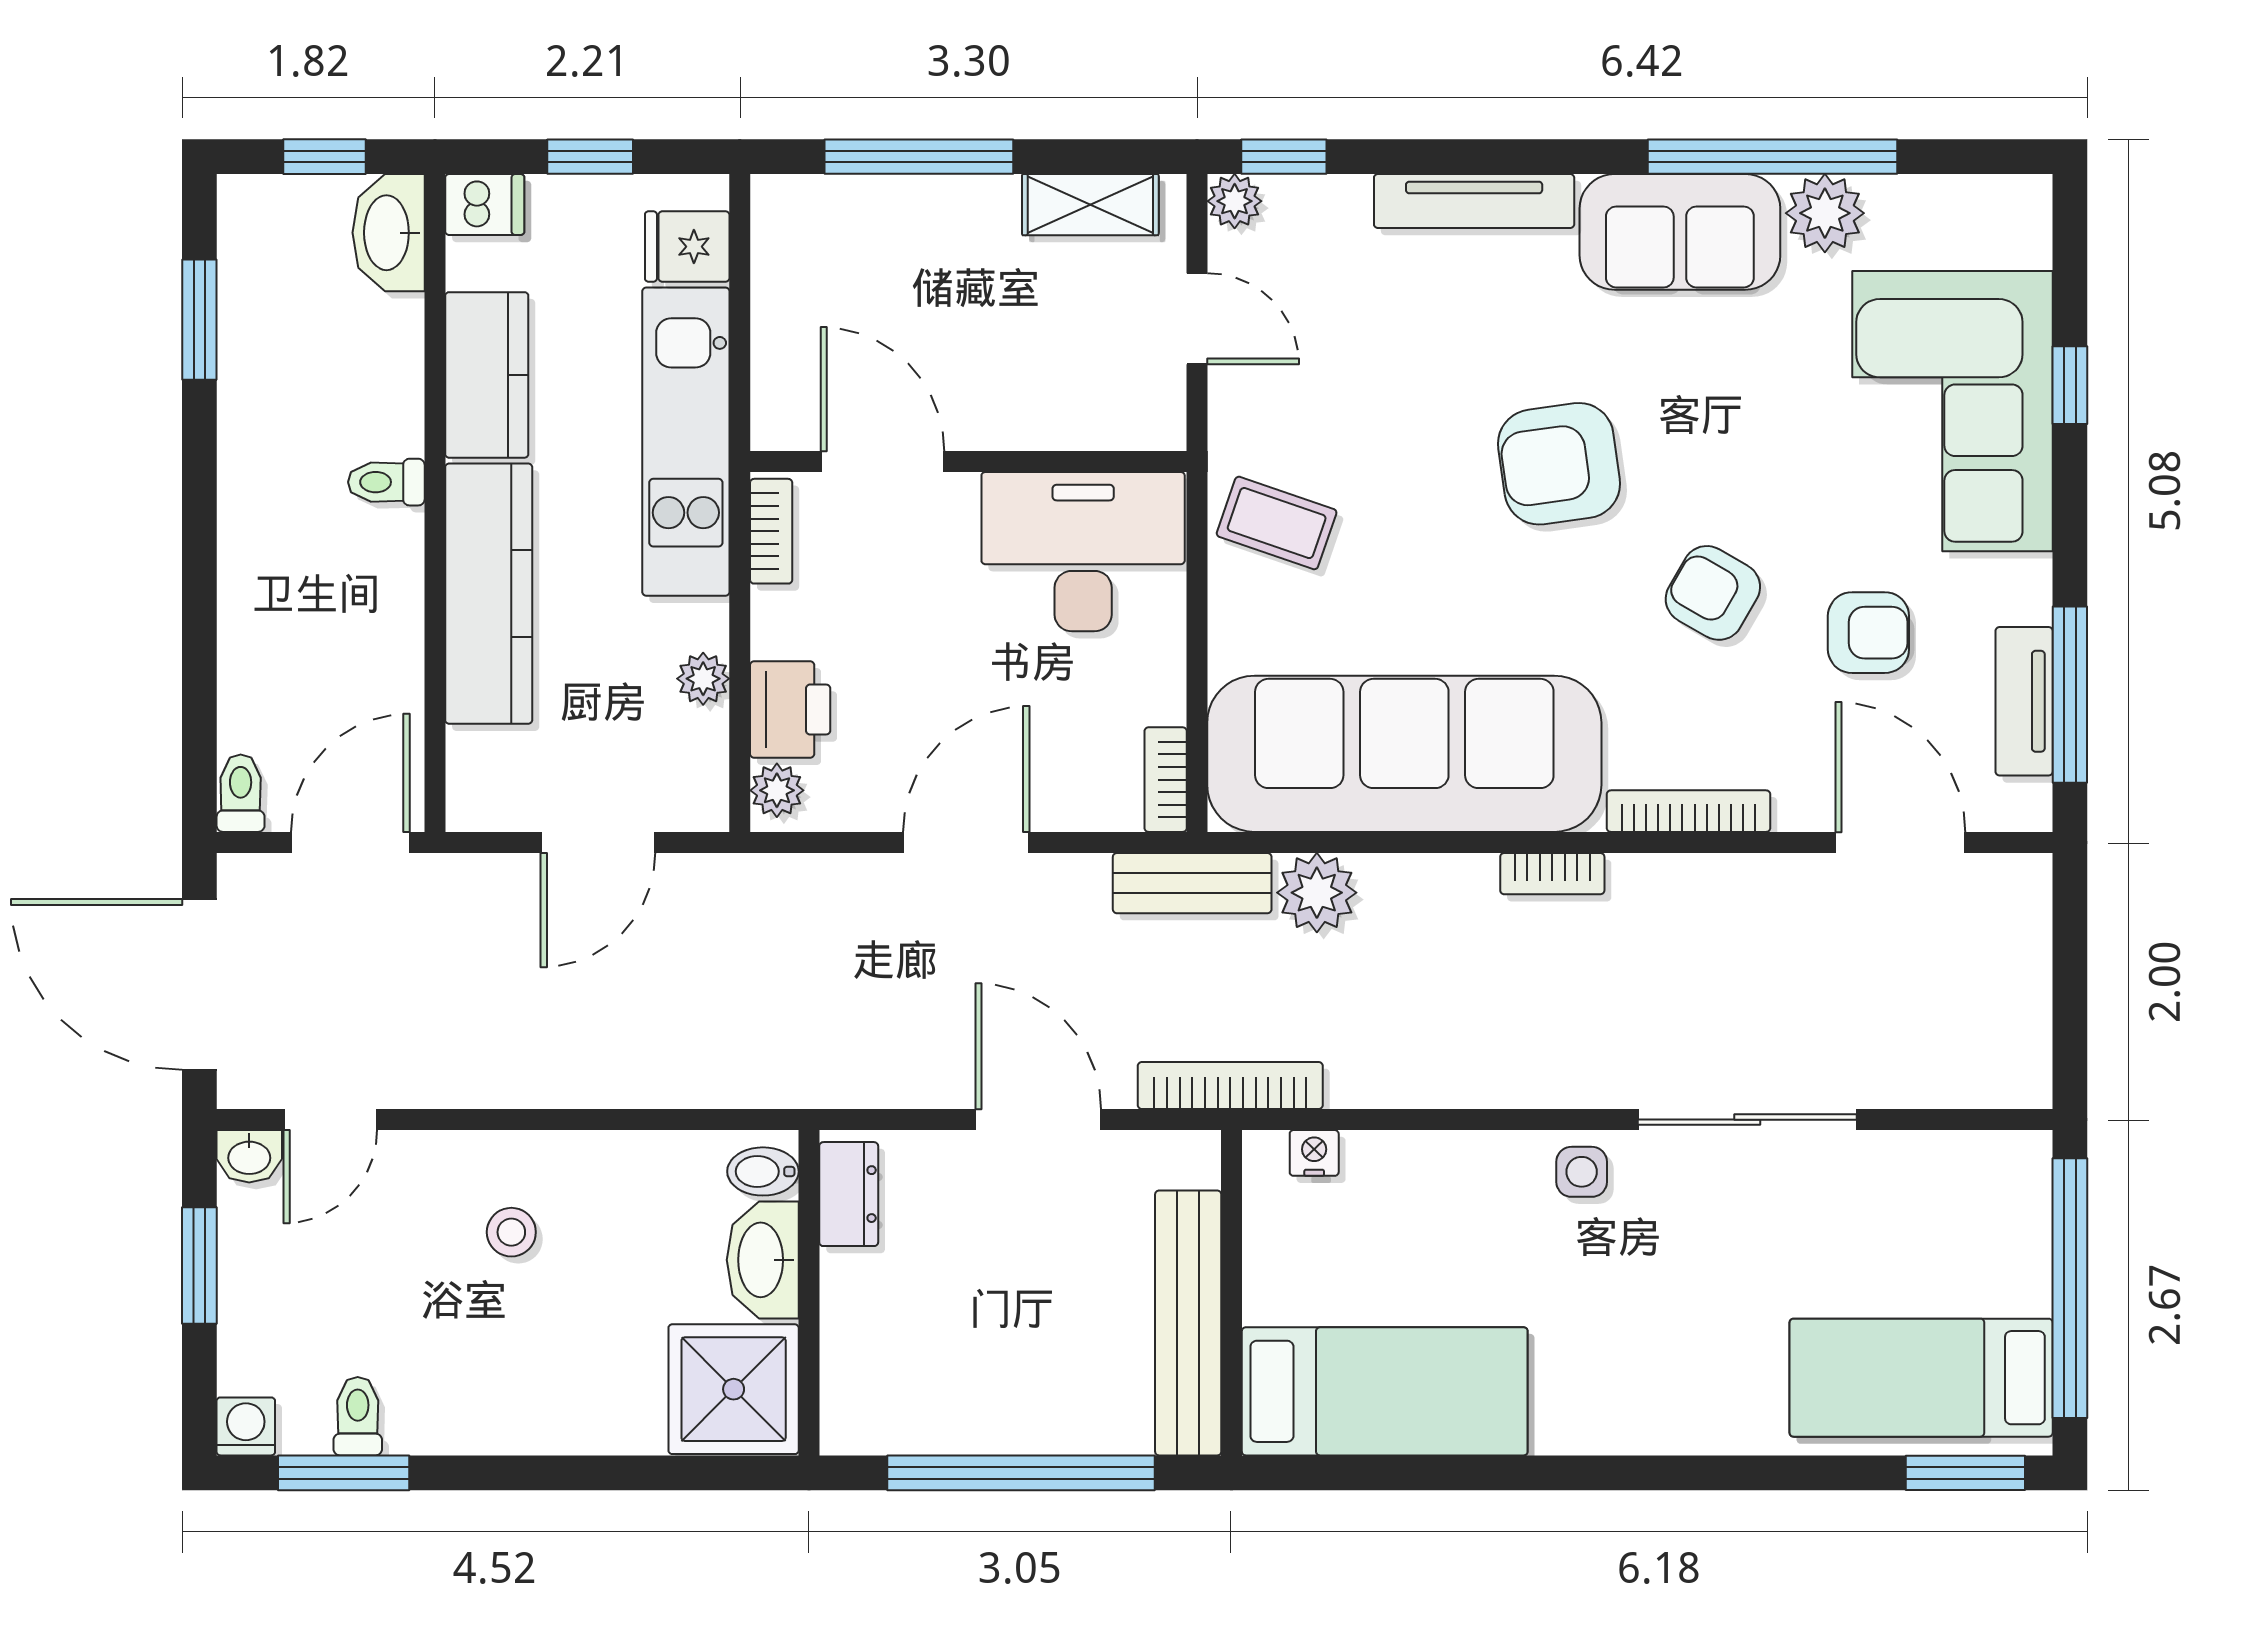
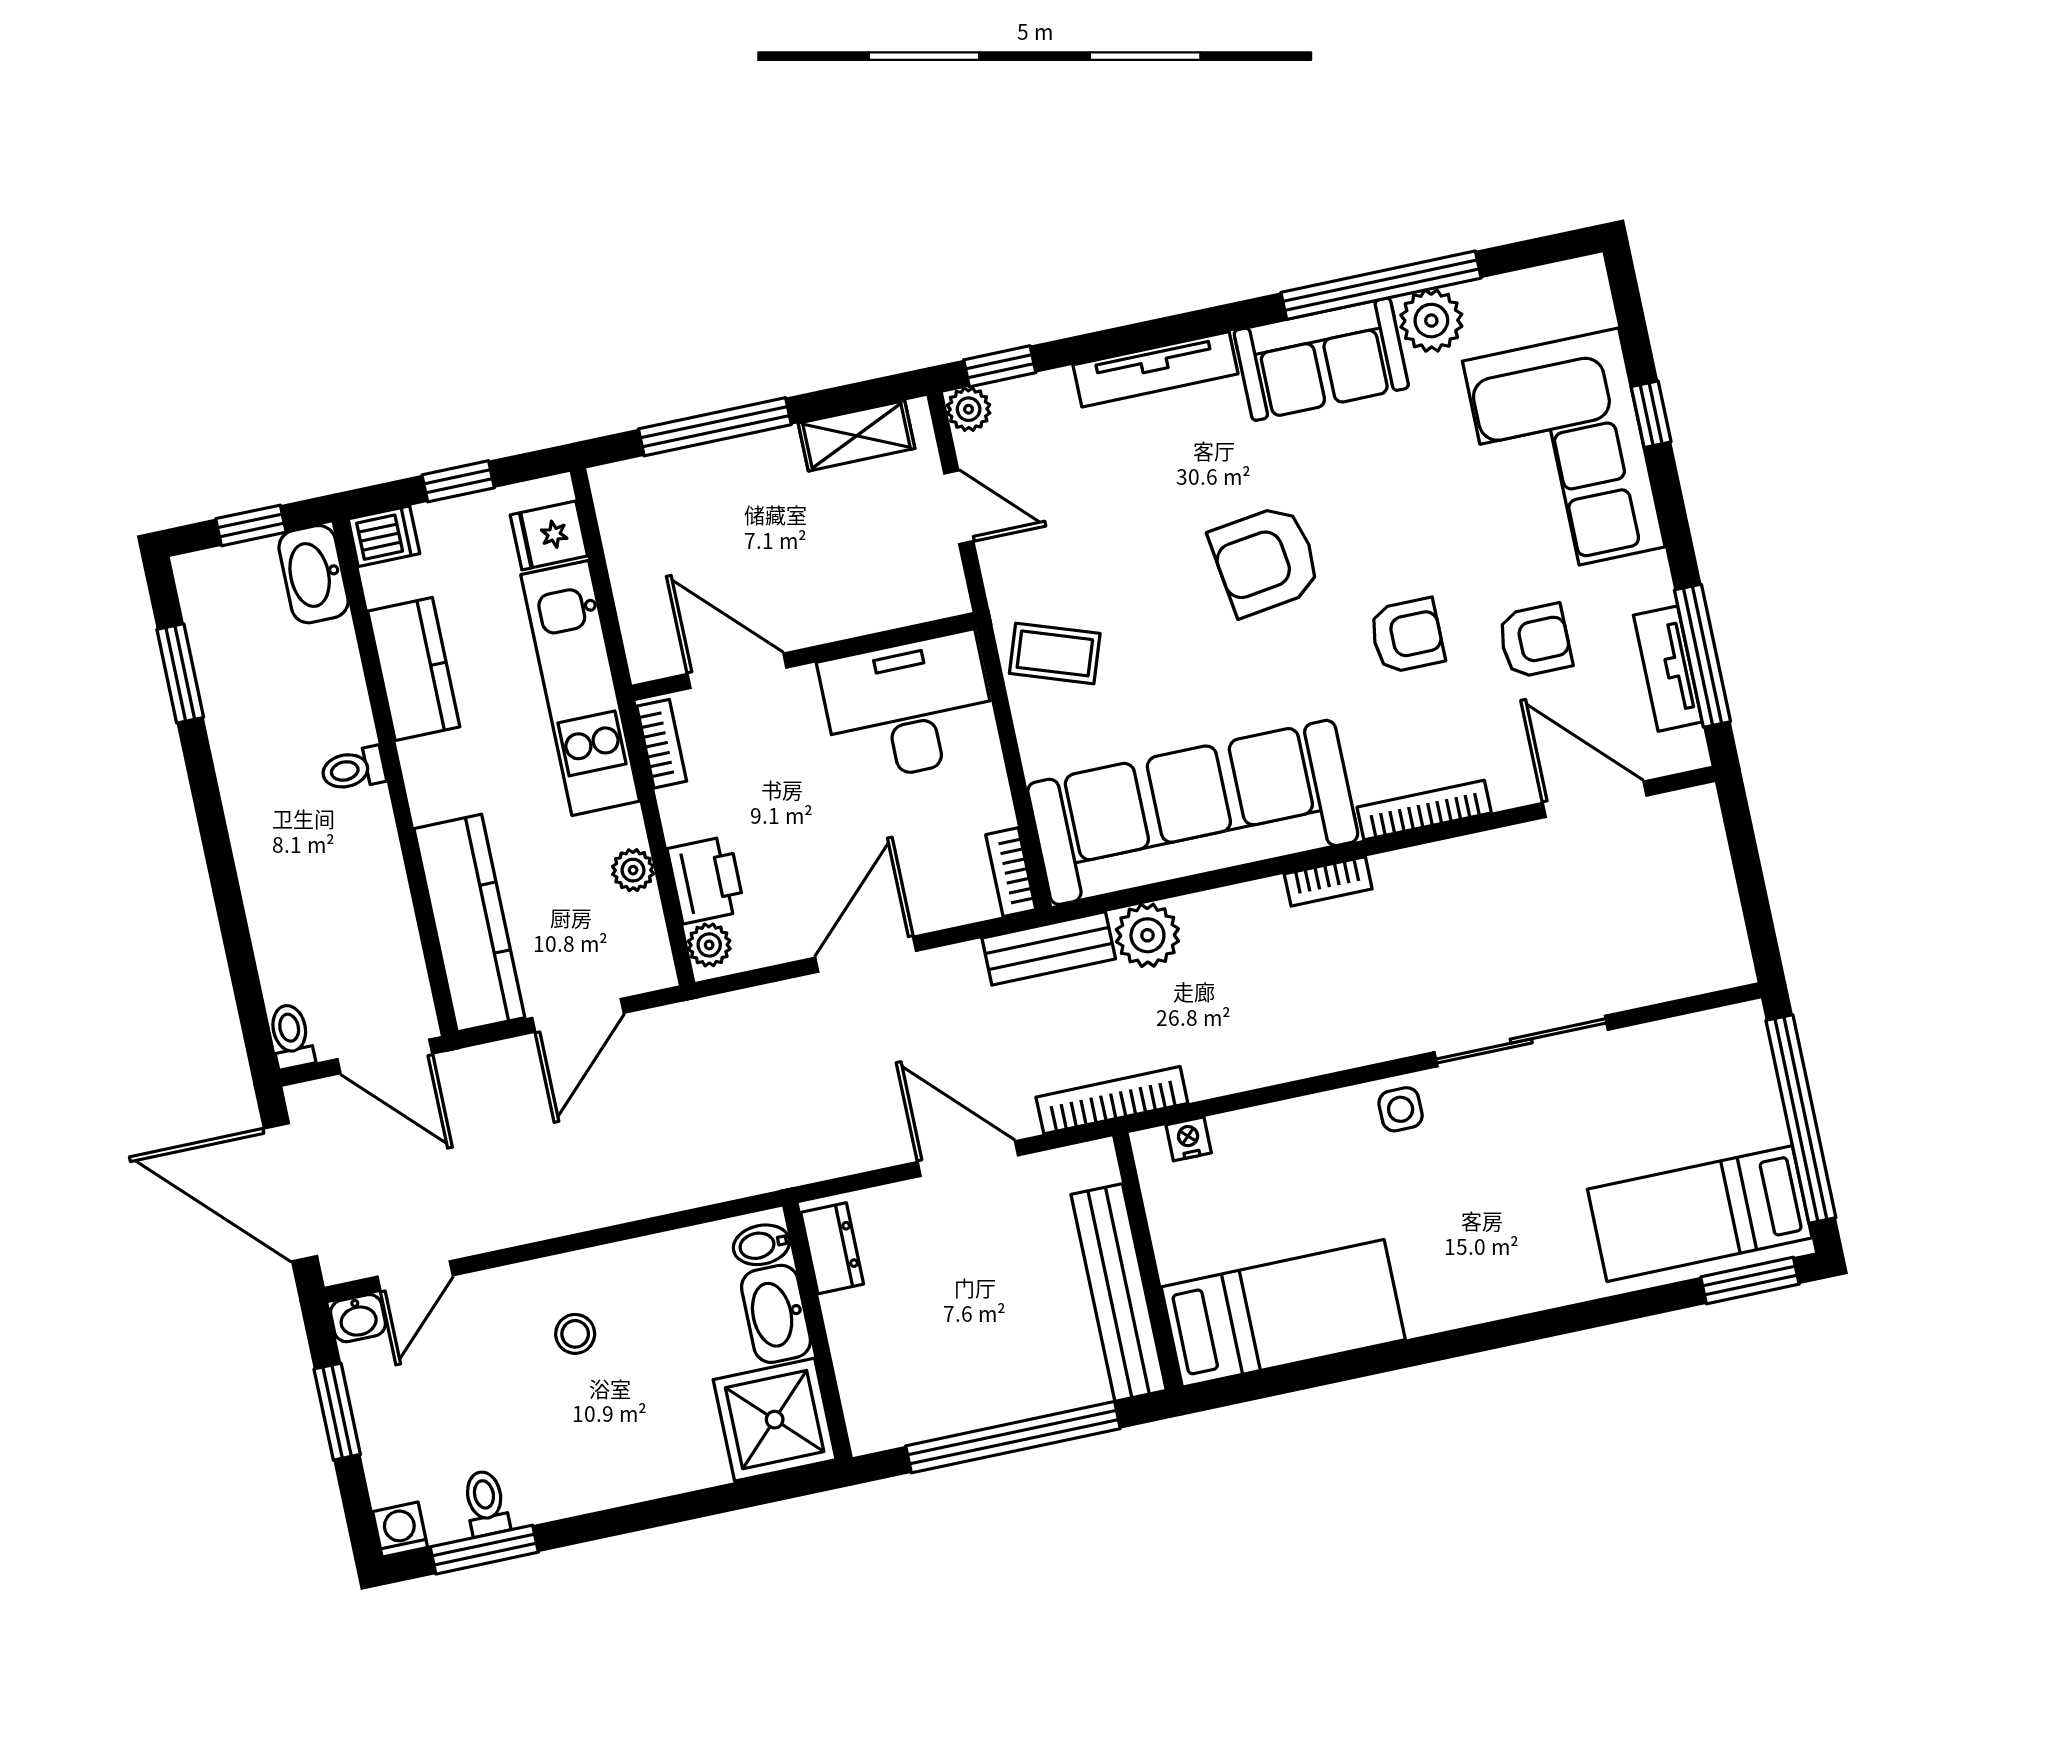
armchair: (1713, 593) -> (1407, 636), turned 150
kitchen counter: (489, 594) -> (469, 923), moved
door: (350, 842) -> (385, 1056), swing flipped

